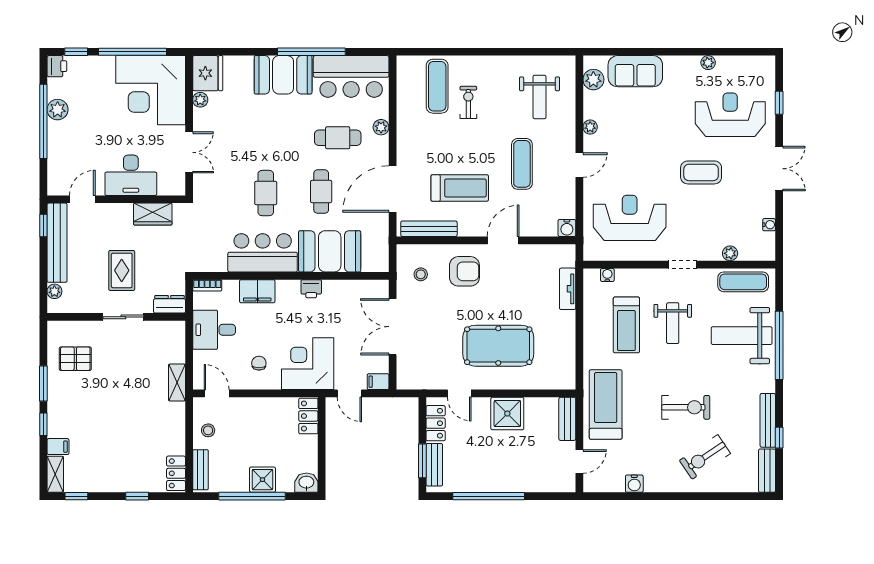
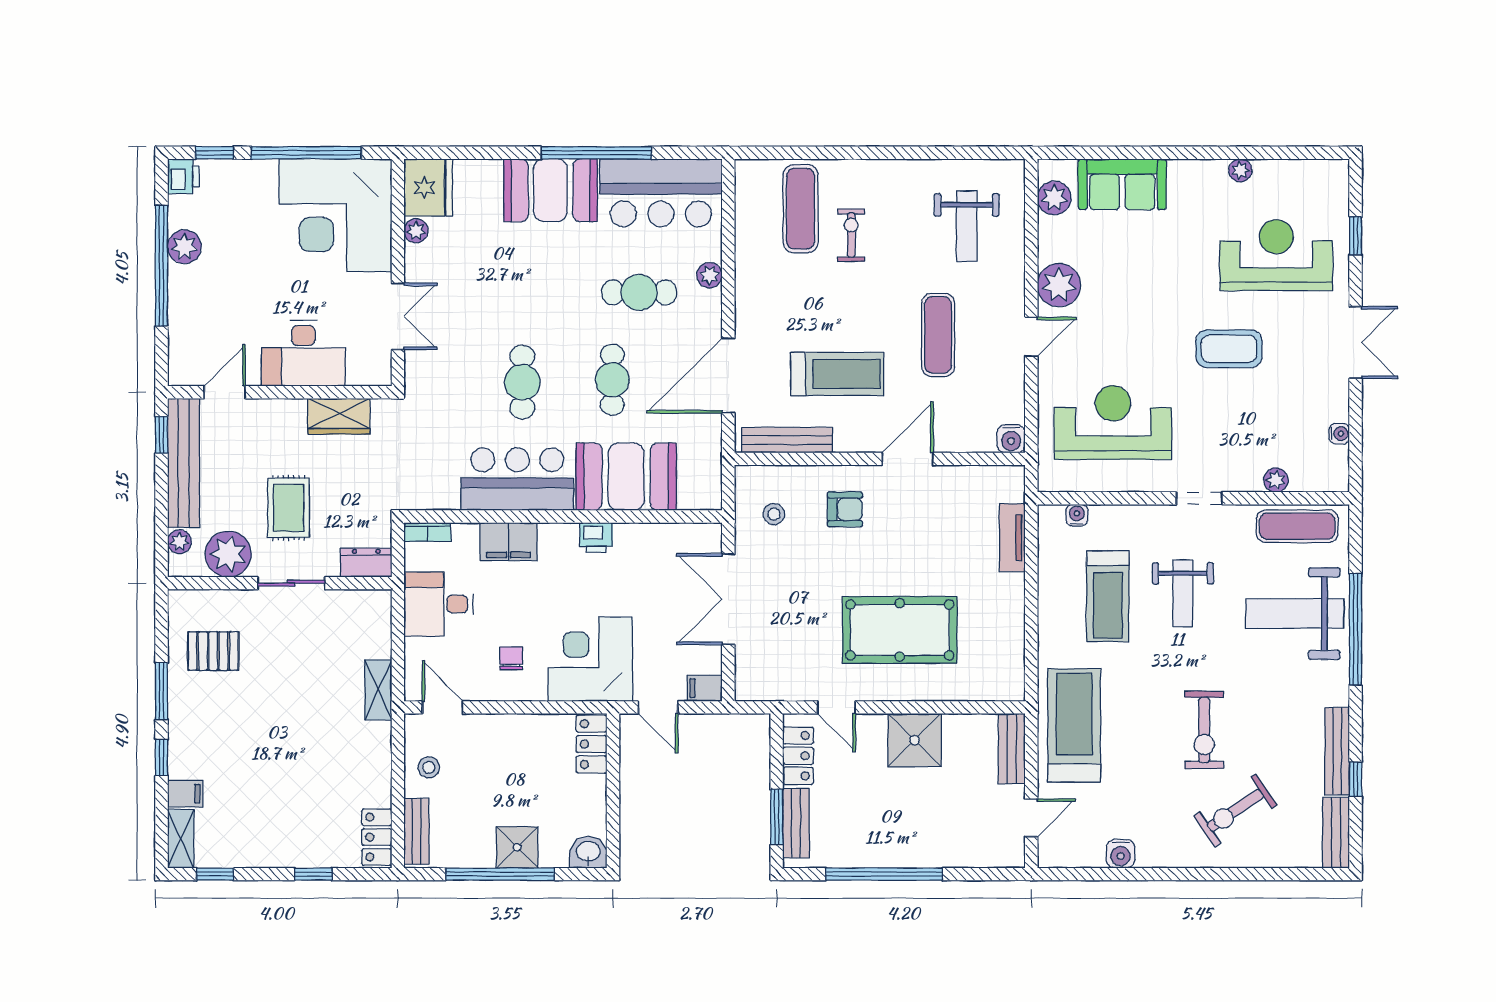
plant: (590, 127) -> (1059, 285), width x1.88, depth x1.88
armchair: (464, 271) -> (845, 509), width x0.72, depth x0.72
plant: (85, 299) -> (228, 554), added
exercise bike: (686, 407) -> (1204, 730), turned 90

